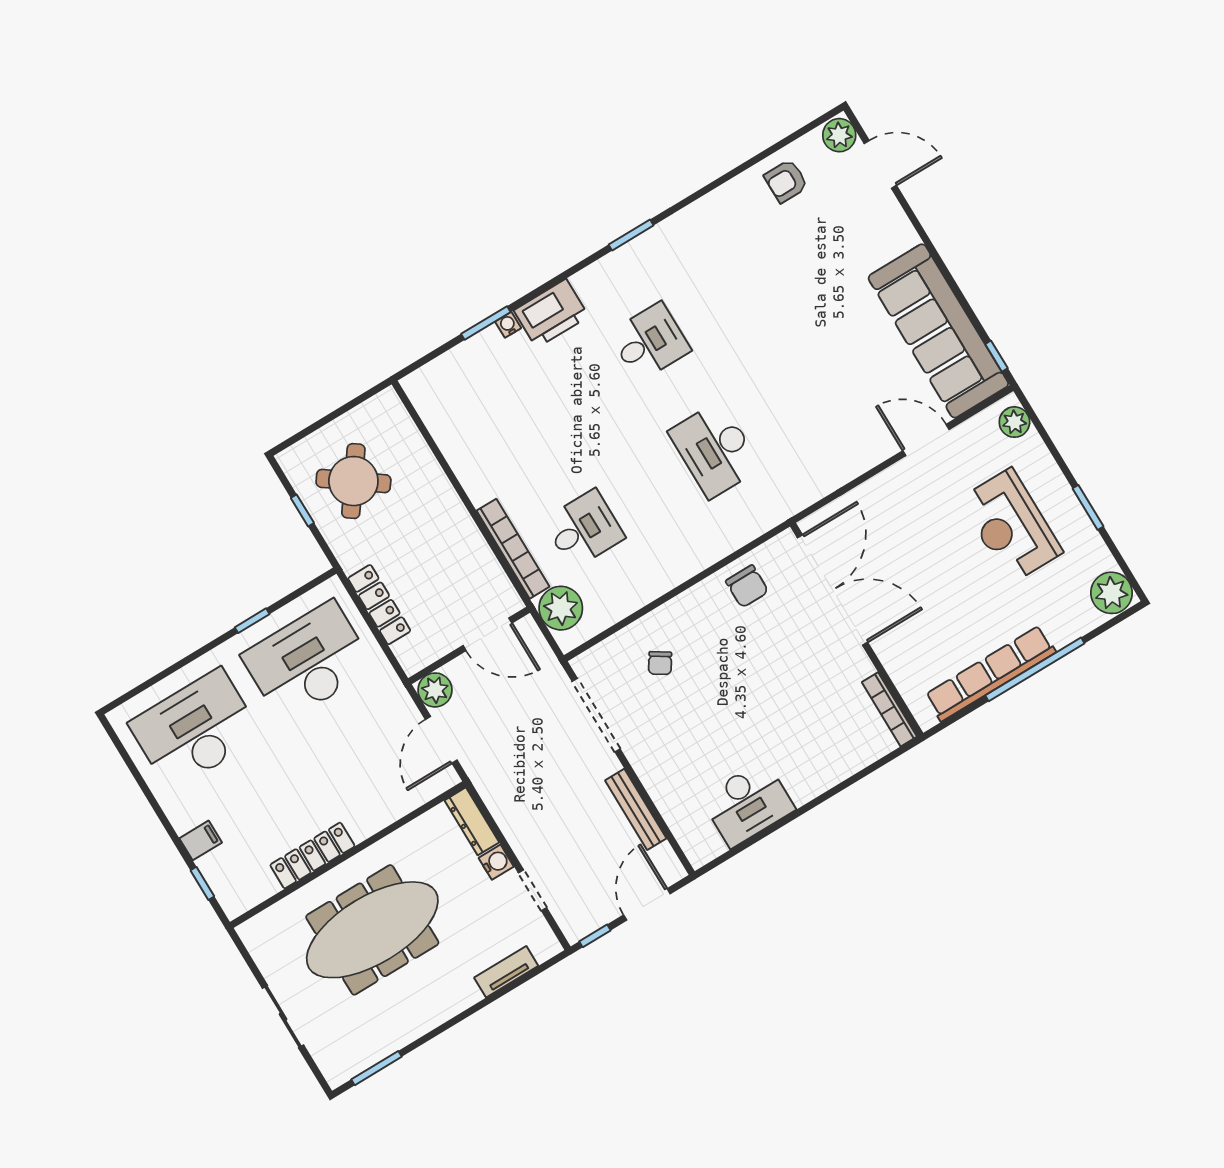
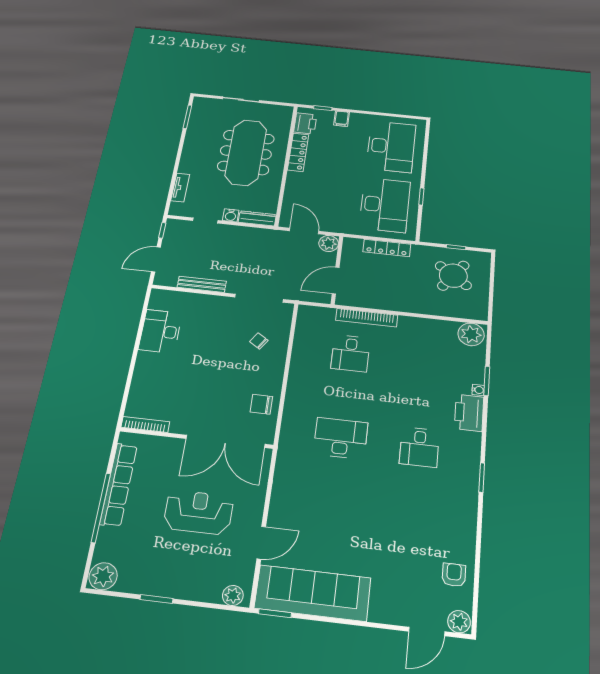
window: (996, 356) -> (275, 613), width x1.50
reception desk: (1011, 526) -> (199, 512), moved
plant: (561, 608) -> (471, 334), moved
printer: (252, 887) -> (305, 123), added
door: (647, 904) -> (156, 259), swing flipped

